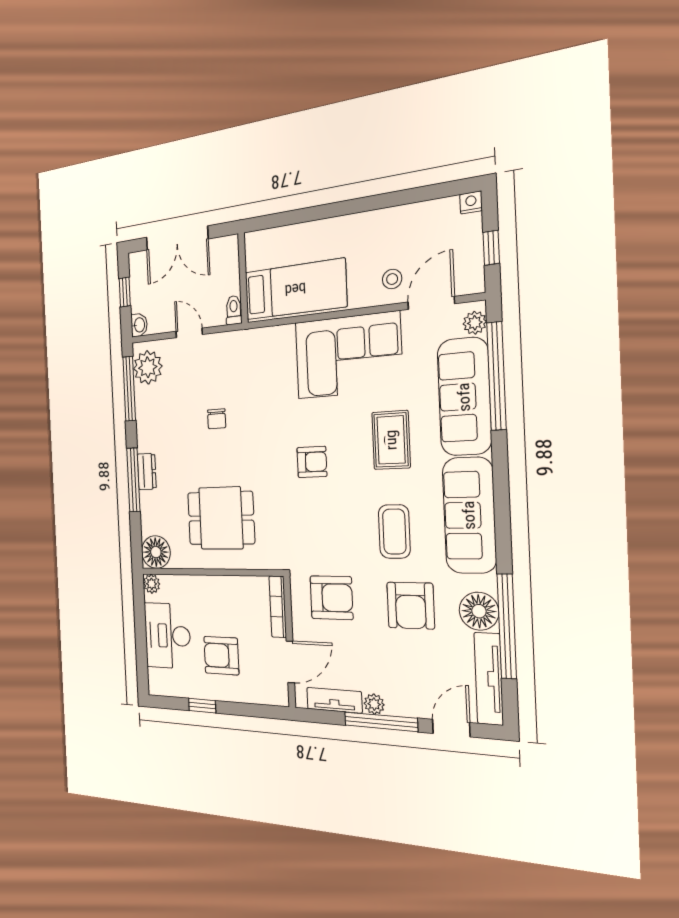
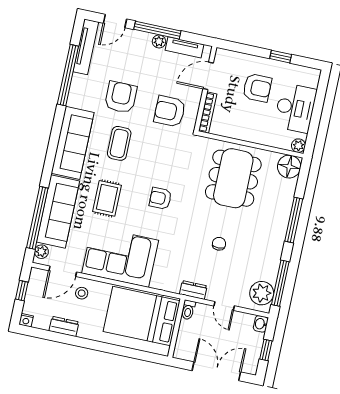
dresser: (406, 217) -> (64, 326), added
bed: (295, 289) -> (142, 316), width x1.50
dresser: (147, 472) -> (193, 290), moved, turned 90
dining table: (221, 518) -> (233, 178), width x1.38
floor lamp: (479, 611) -> (81, 87), removed

